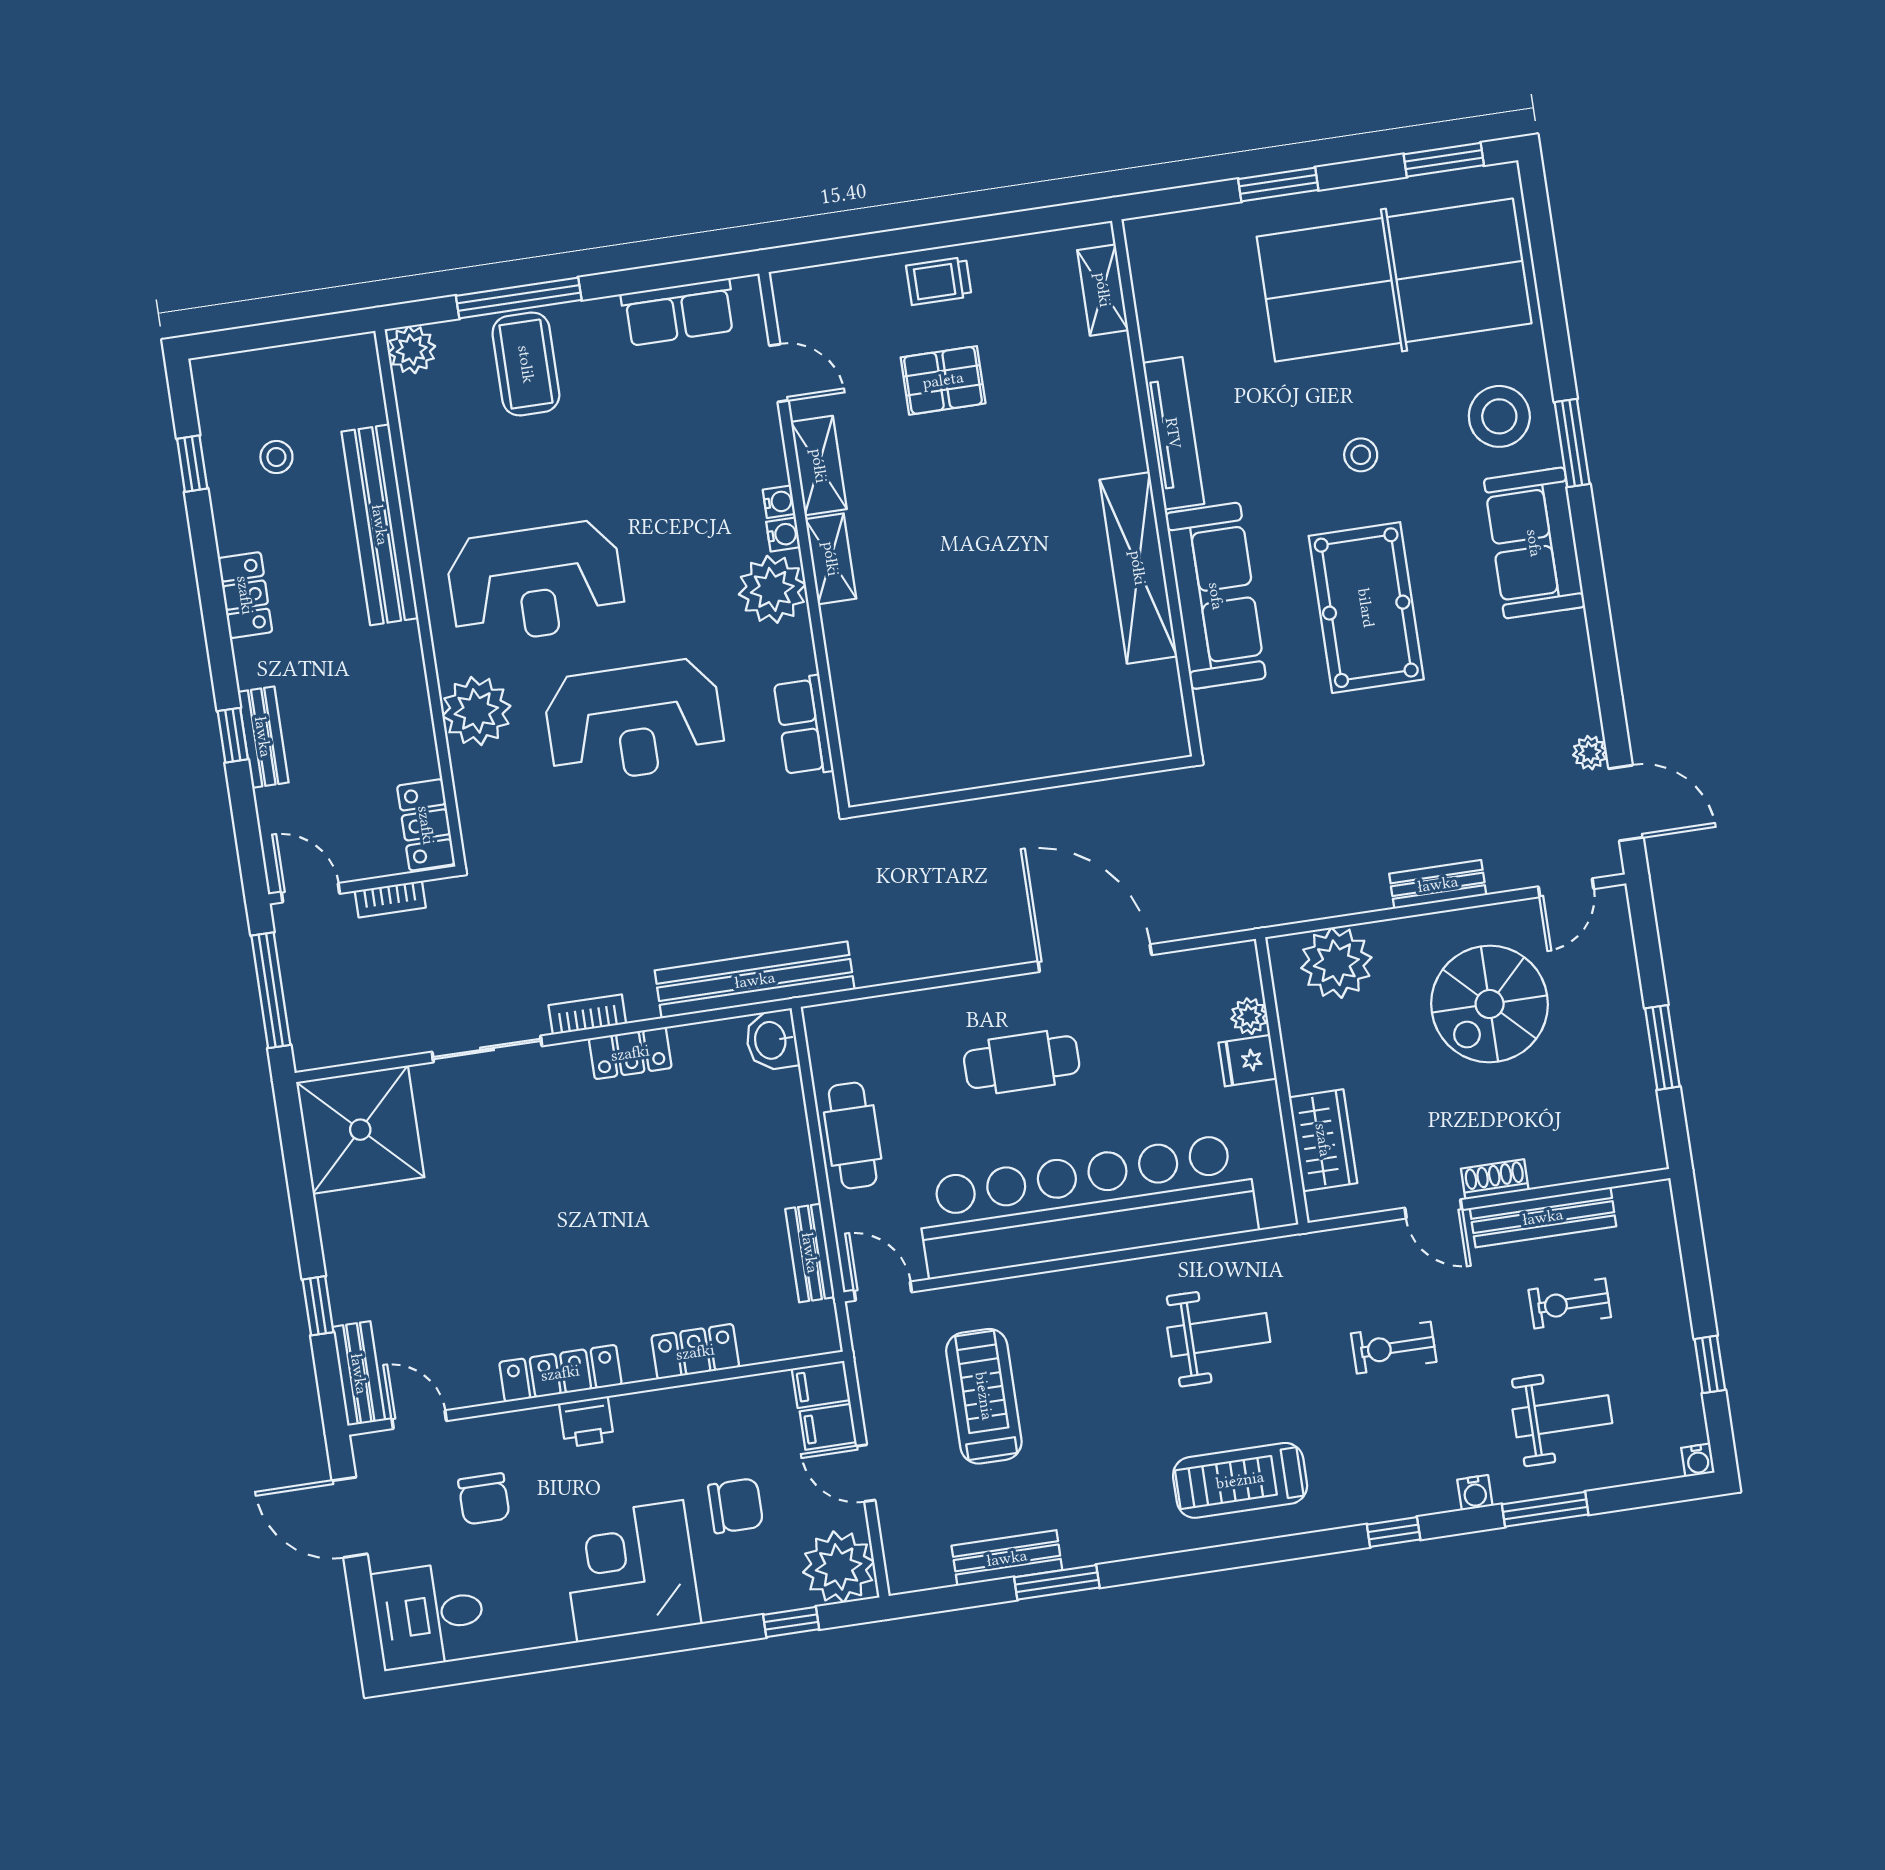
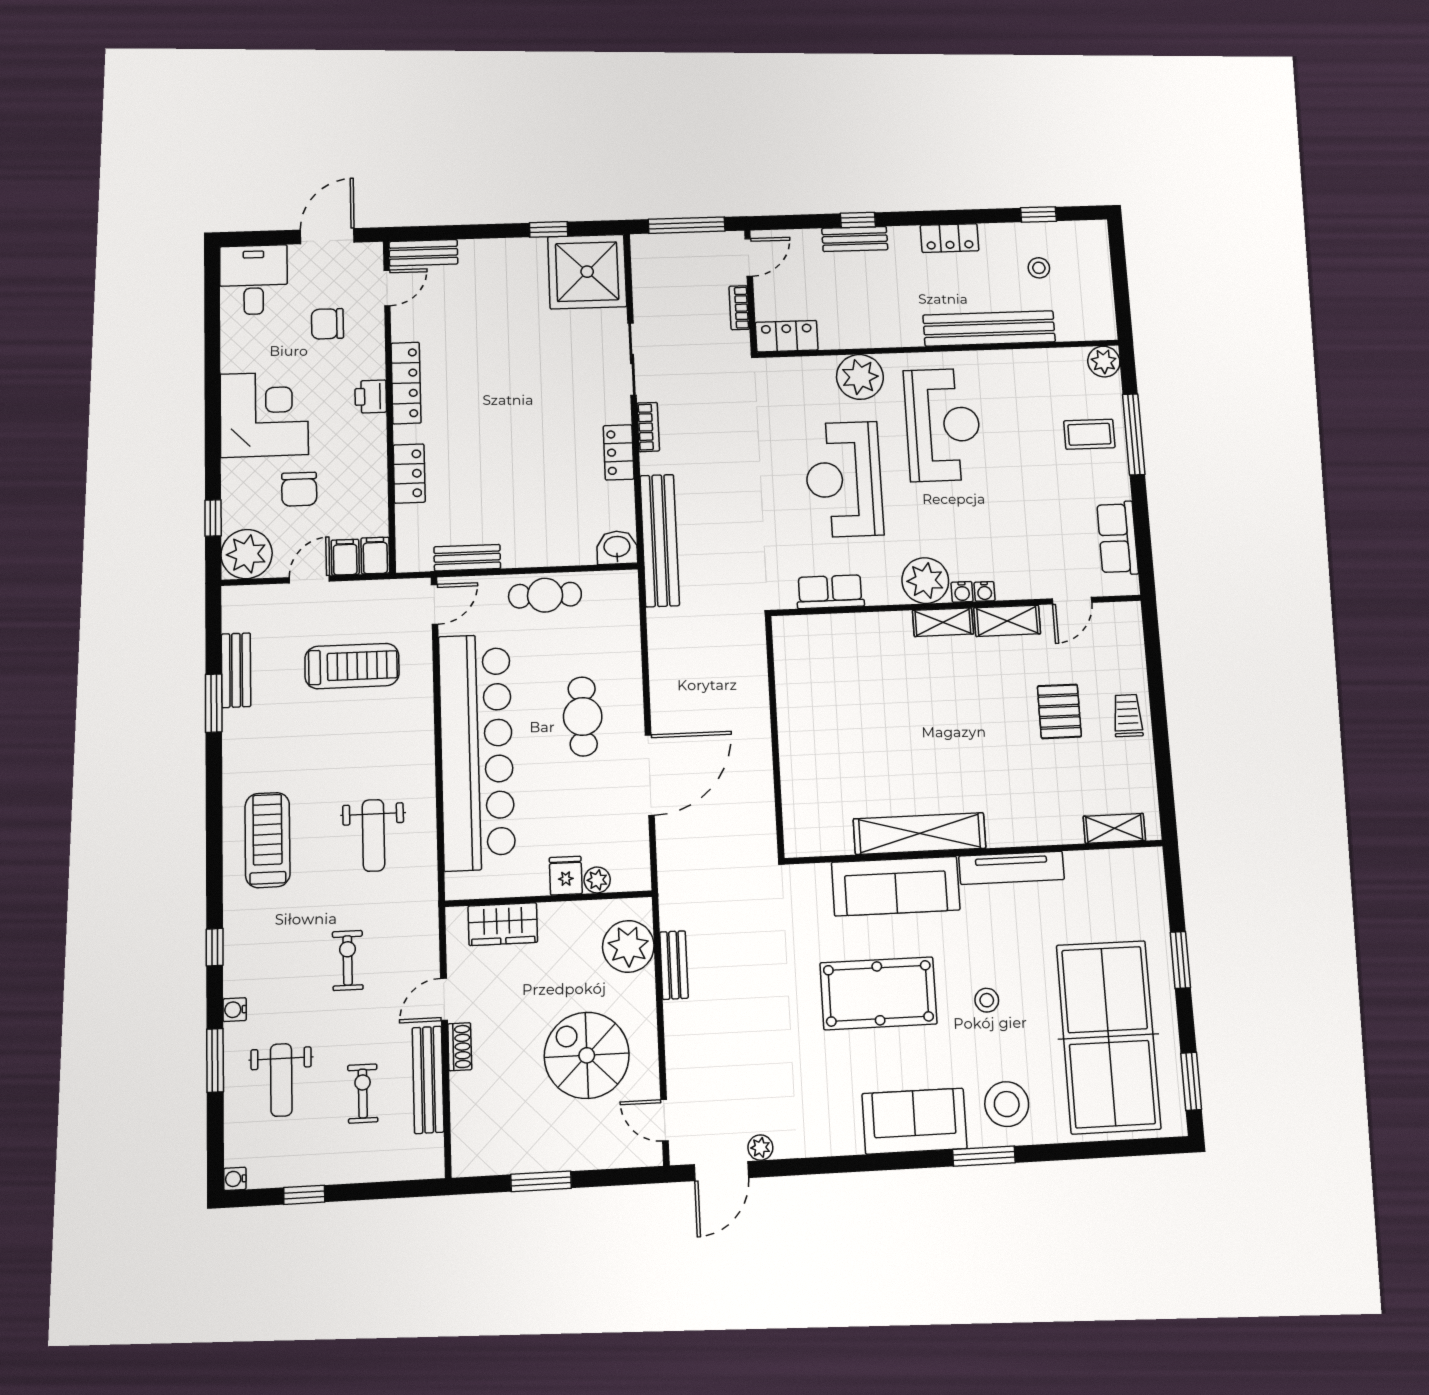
coffee table: (526, 364) -> (1089, 434), width x0.73, depth x0.77
reception desk: (536, 582) -> (943, 425), turned 180
bench: (1438, 884) -> (674, 965), moved
window: (318, 1306) -> (549, 229), moved

